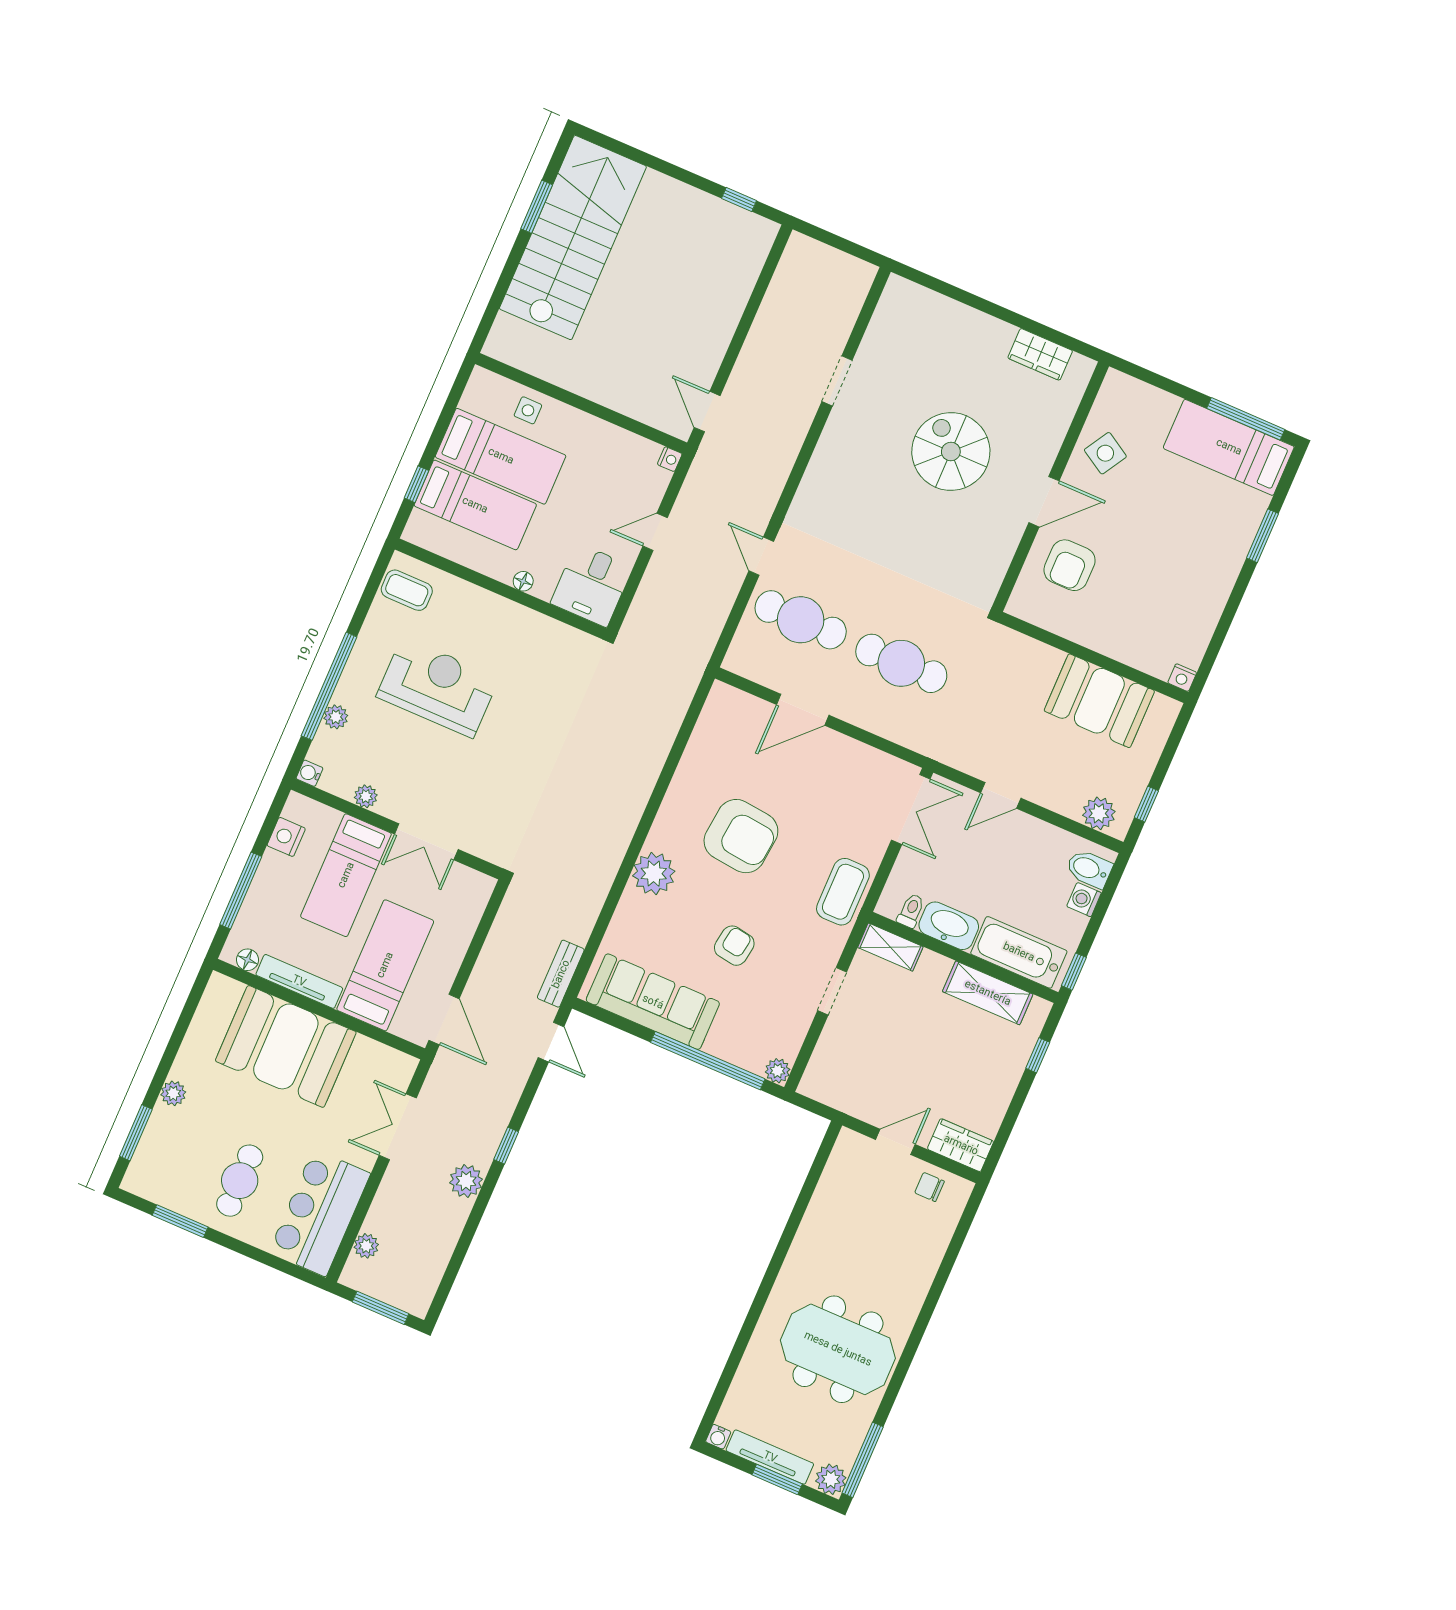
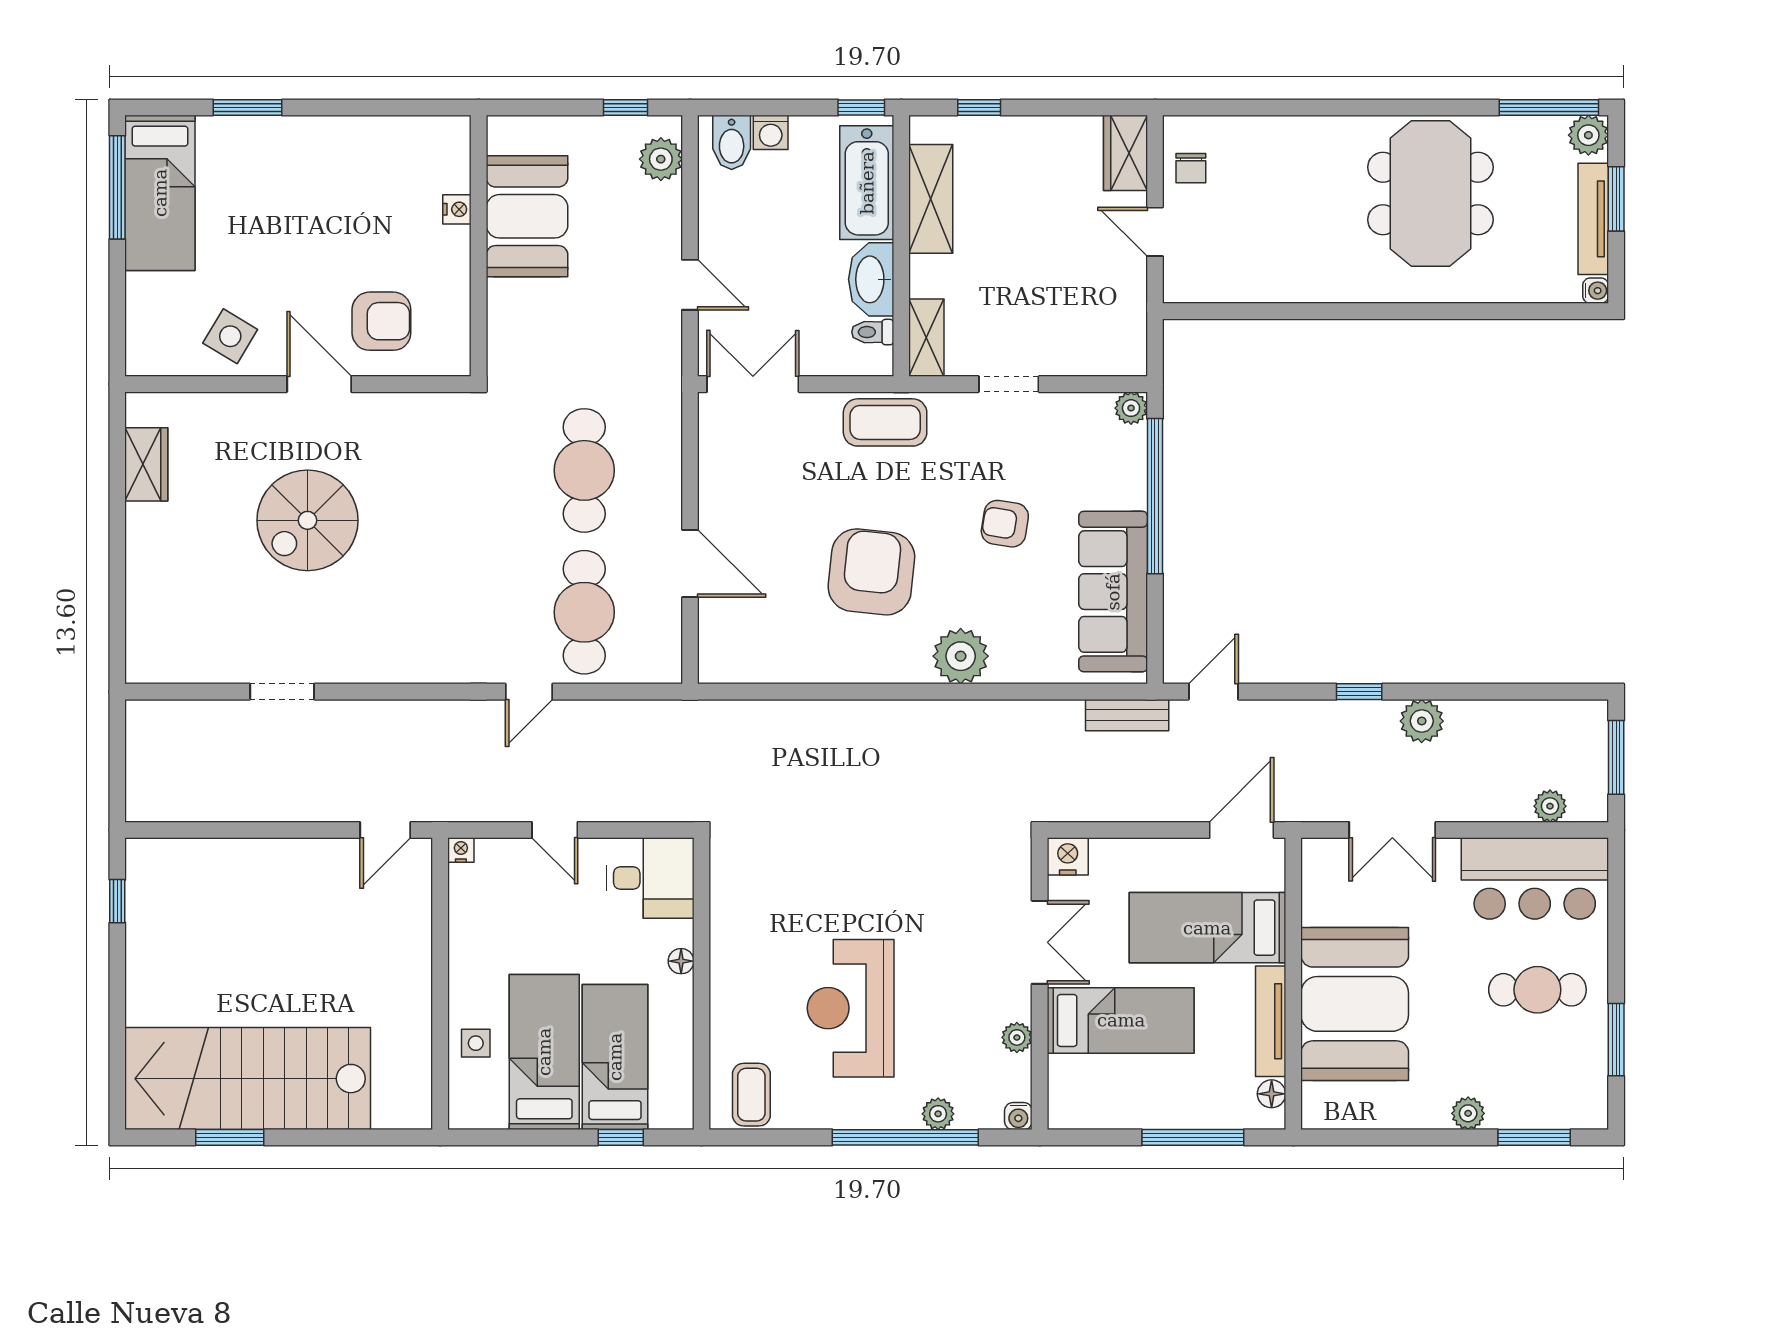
nightstand: (1182, 678) -> (457, 209), moved
nightstand: (286, 837) -> (1068, 856), moved, turned 180

